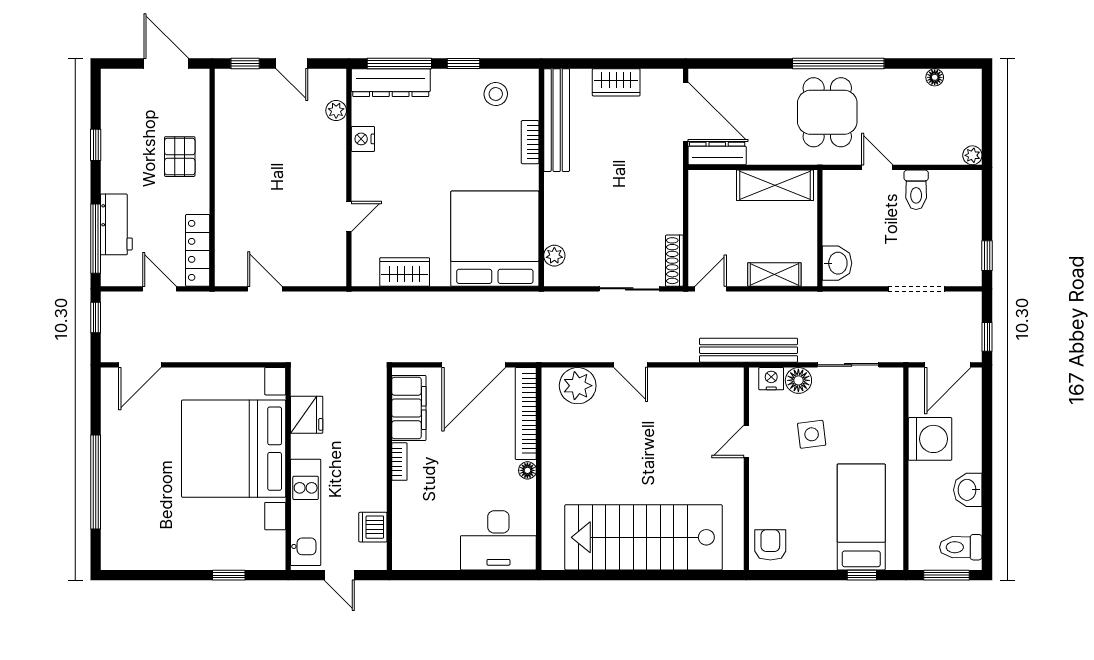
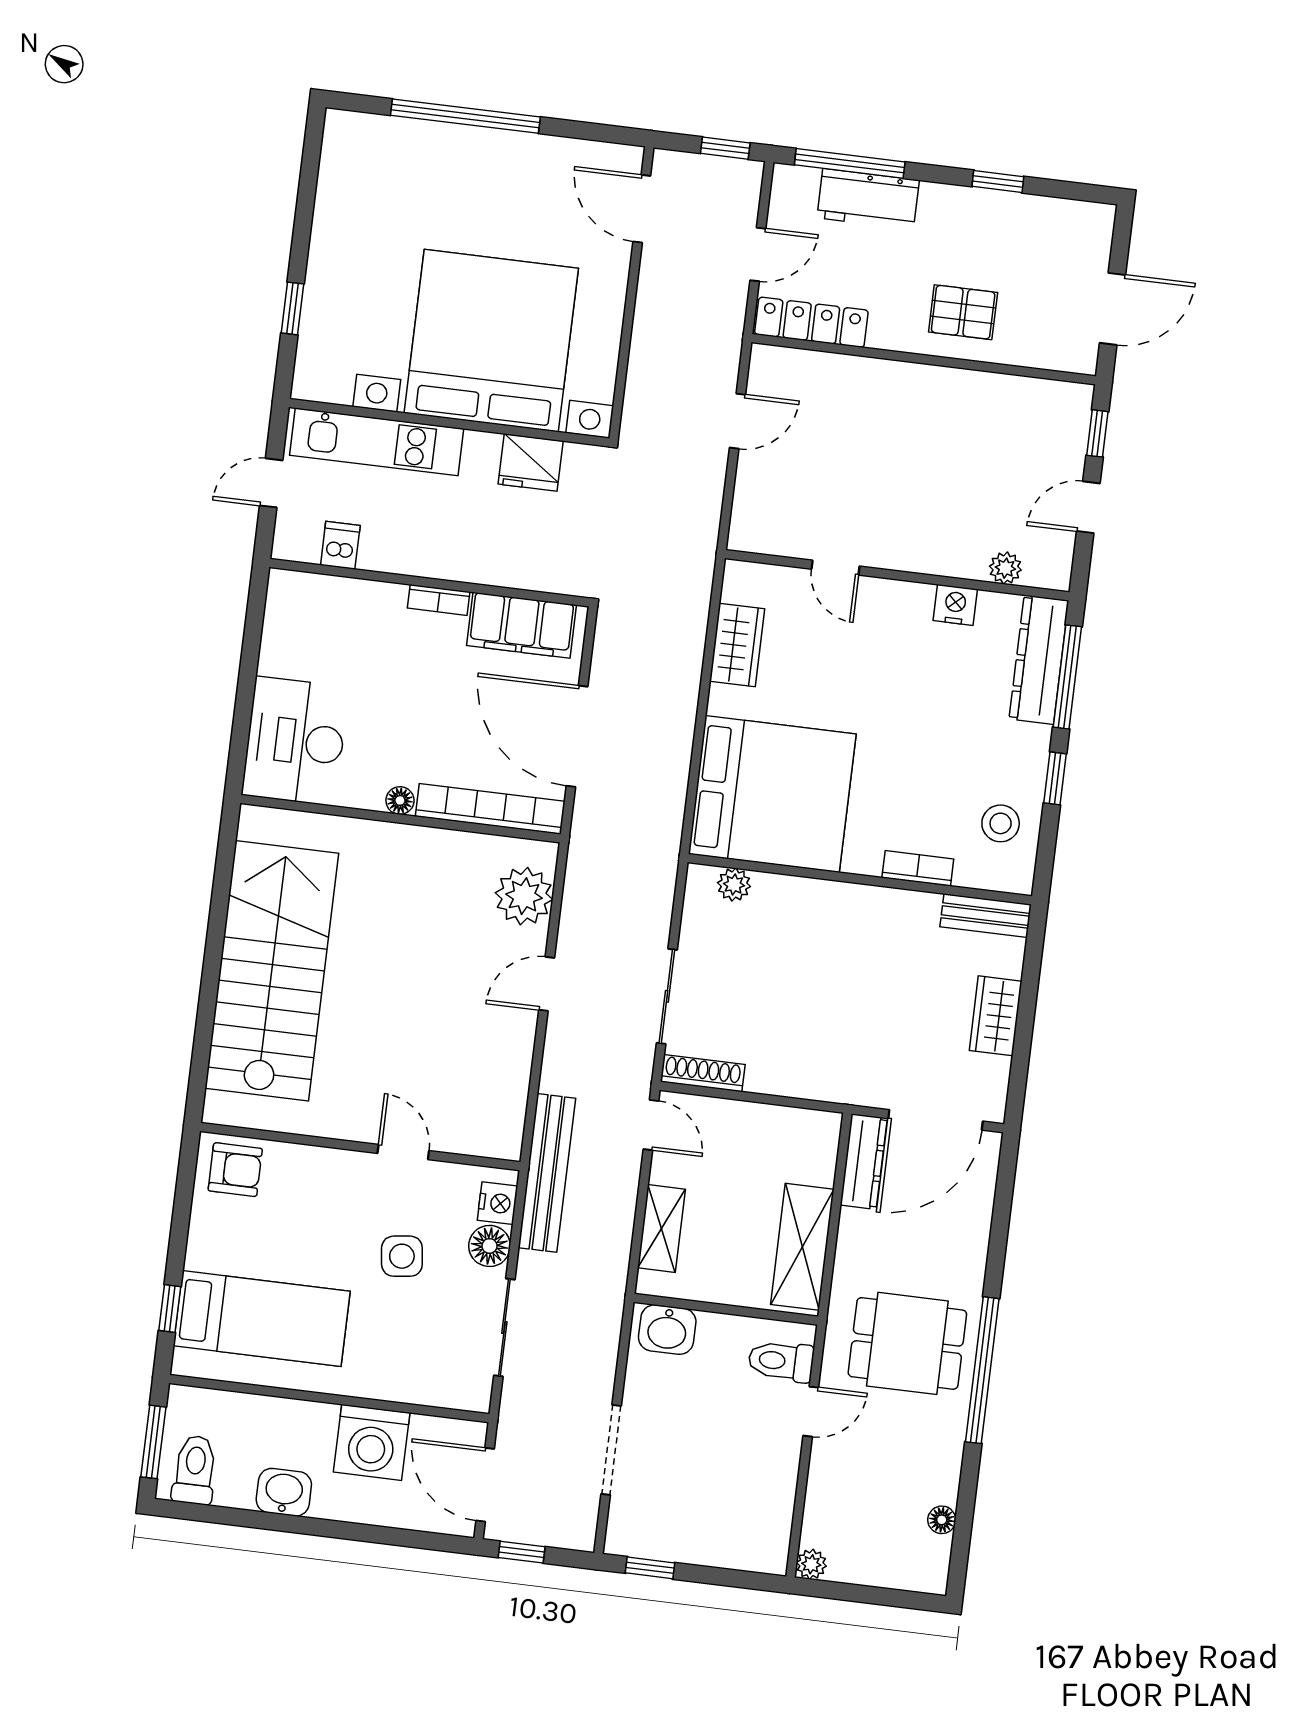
bench: (557, 120) -> (986, 916), width x0.54, depth x0.82
toilet: (916, 190) -> (781, 1361), moved
dishwasher: (373, 527) -> (340, 545), width x0.73

